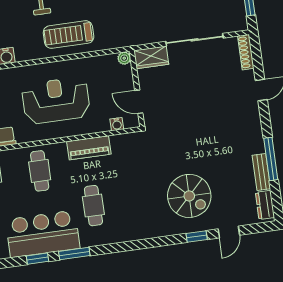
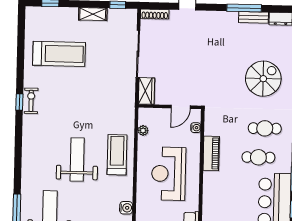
treadmill: (69, 35) -> (117, 155), turned 180
plant: (124, 58) -> (143, 130), moved
cafe table: (40, 171) -> (265, 128), moved

